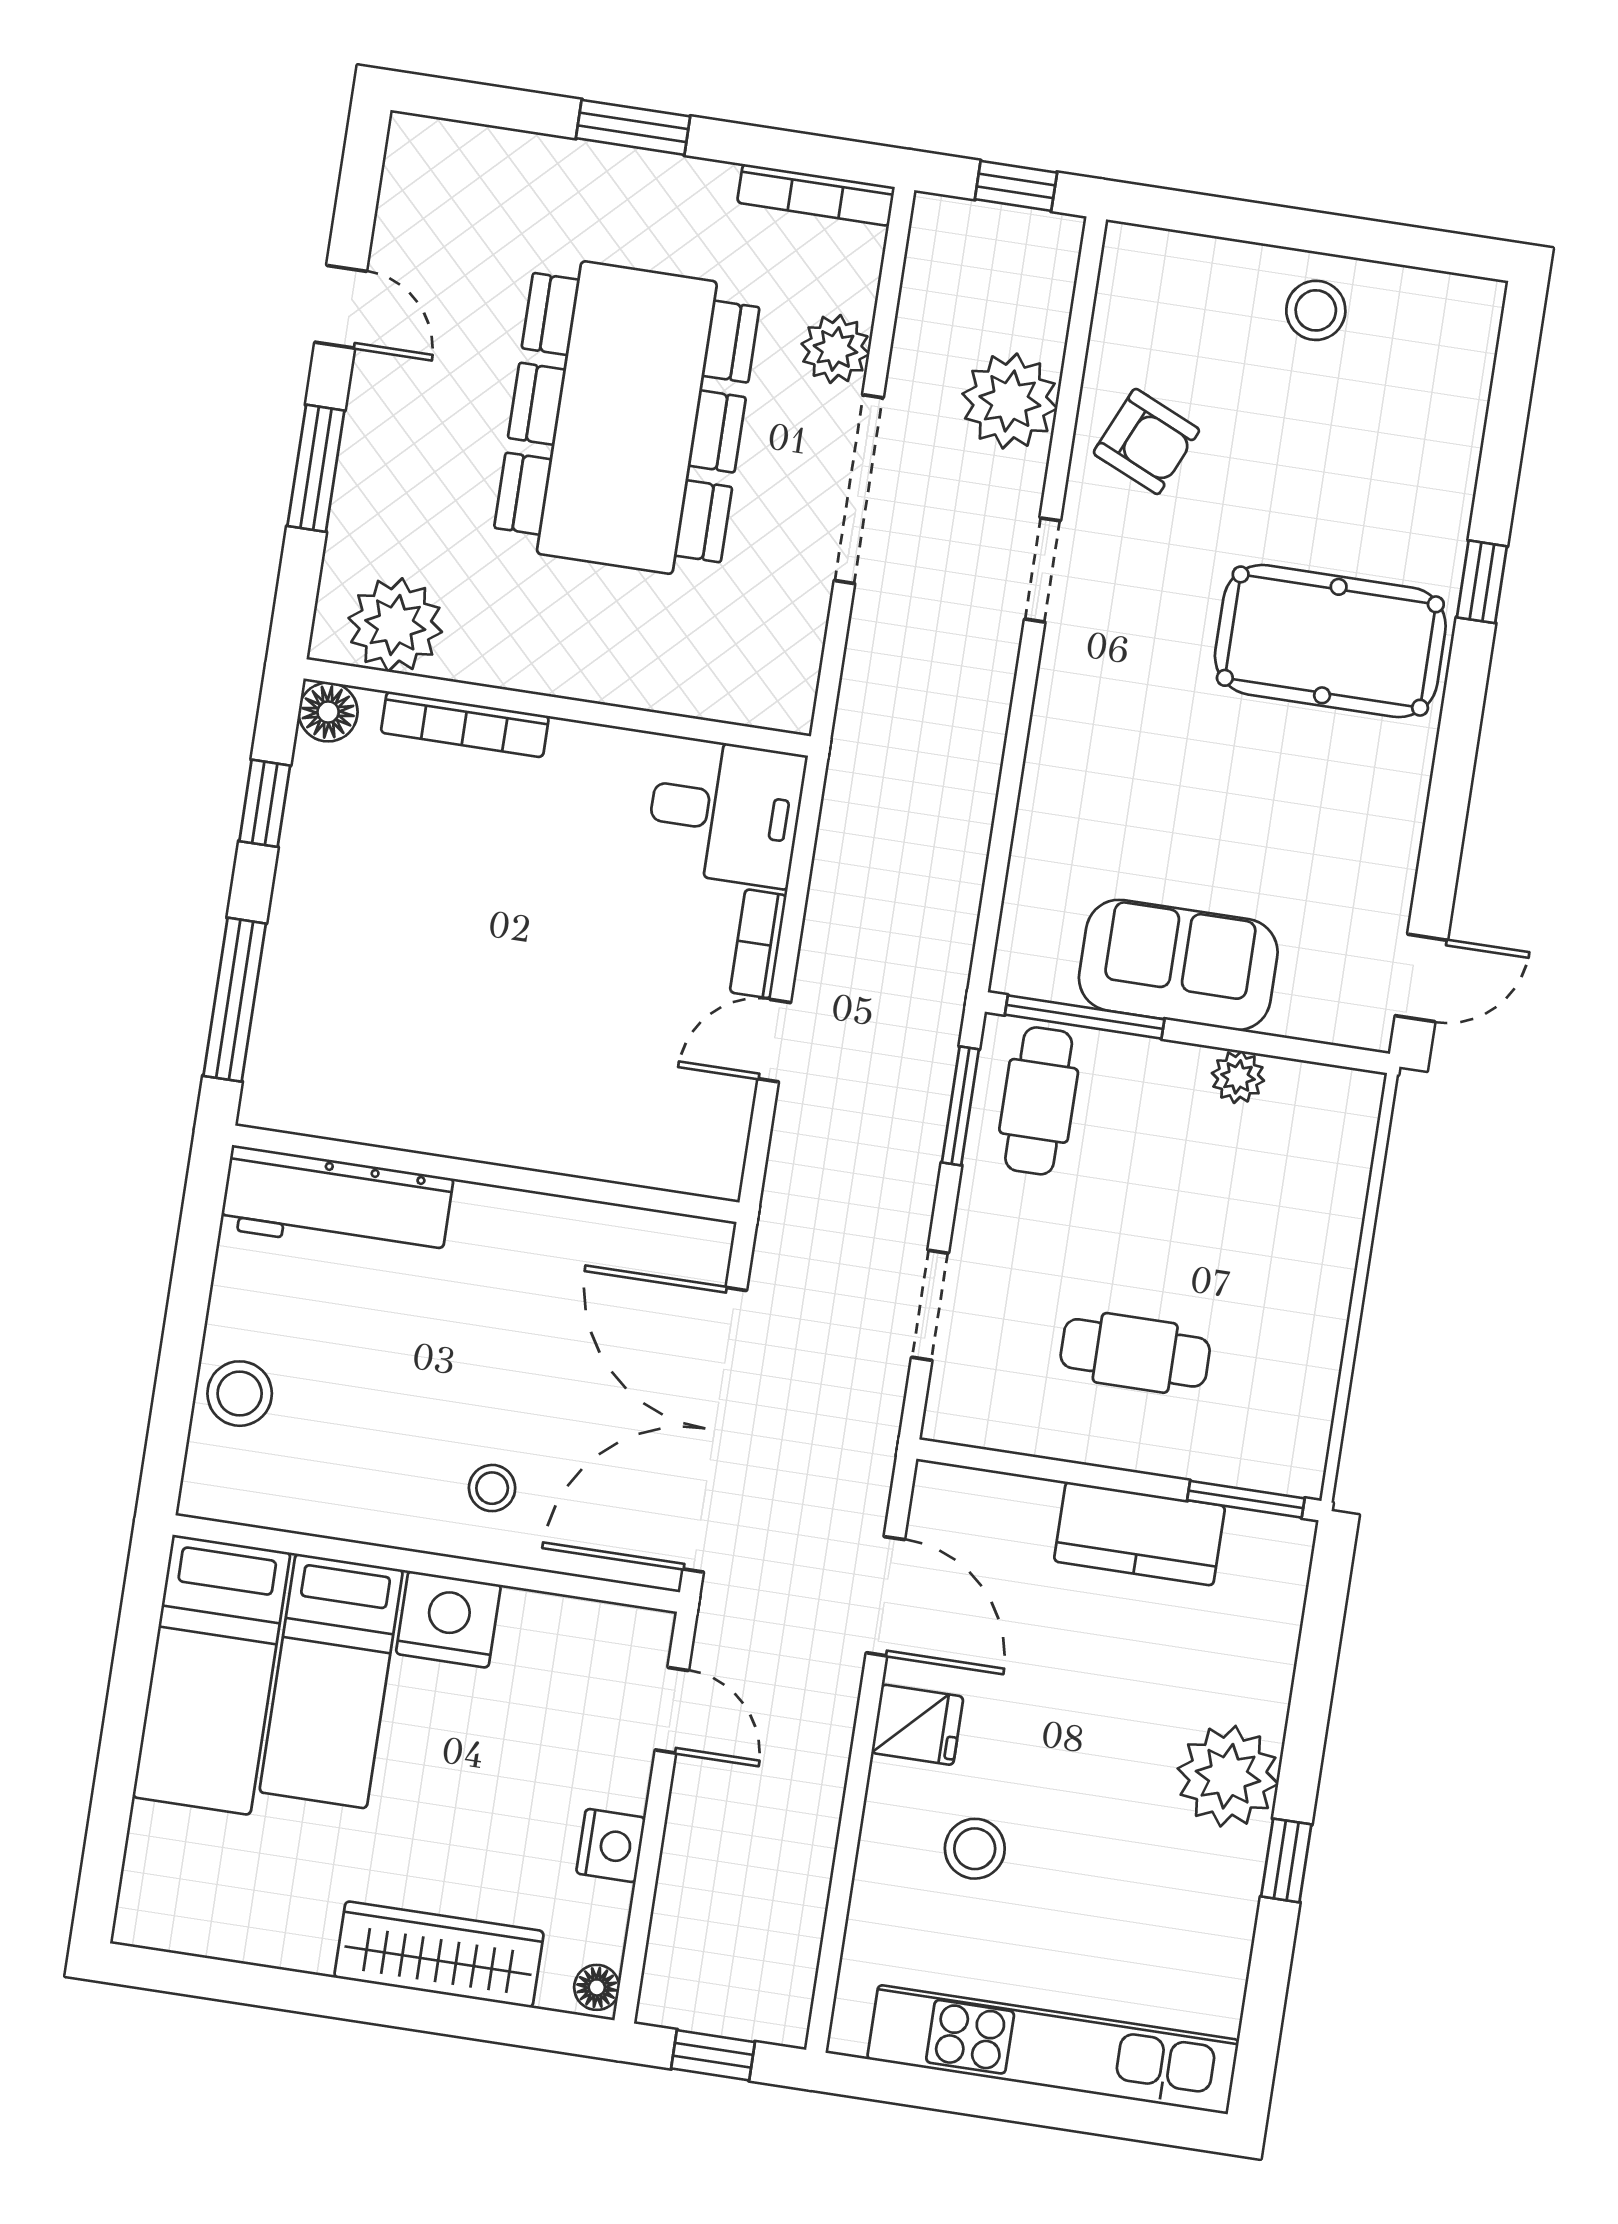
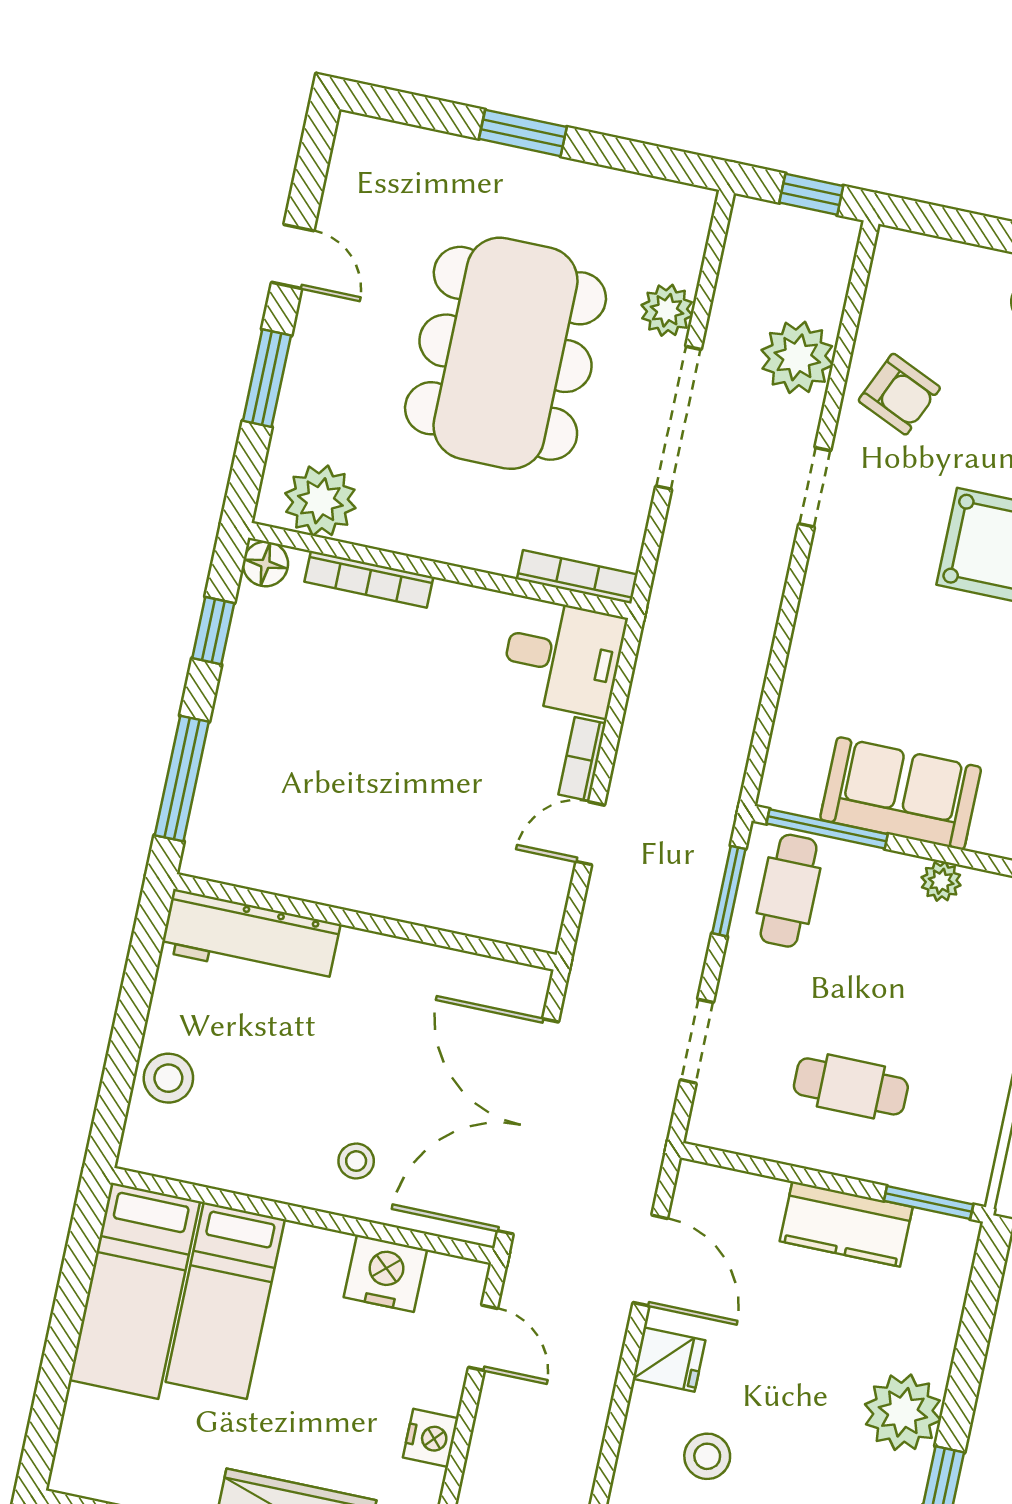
bookcase: (816, 195) -> (577, 577), moved, turned 180
nightstand: (448, 1619) -> (385, 1273), moved

